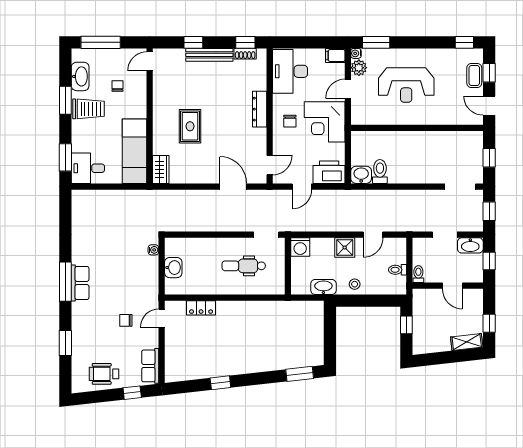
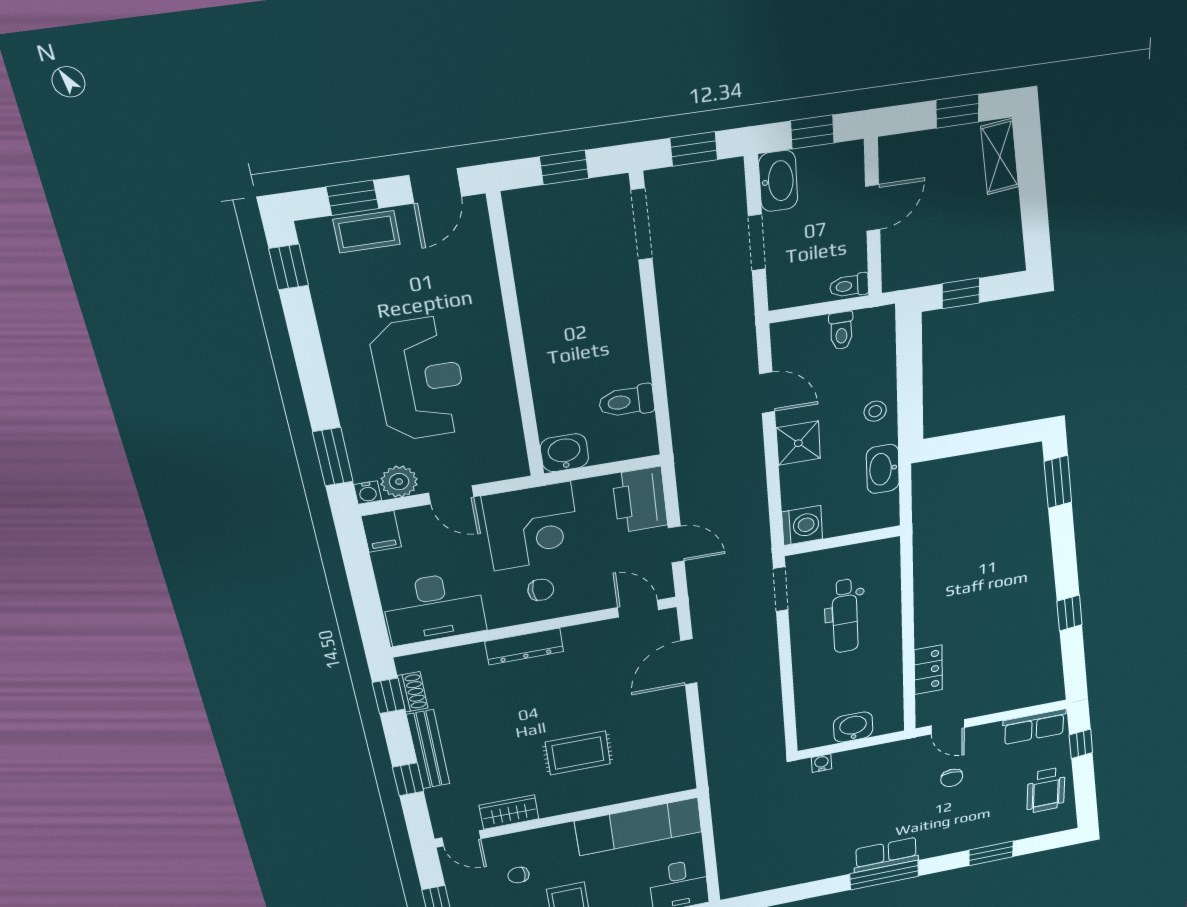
wardrobe: (161, 169) -> (509, 812), moved
washbasin: (361, 175) -> (564, 453), moved, turned 90

